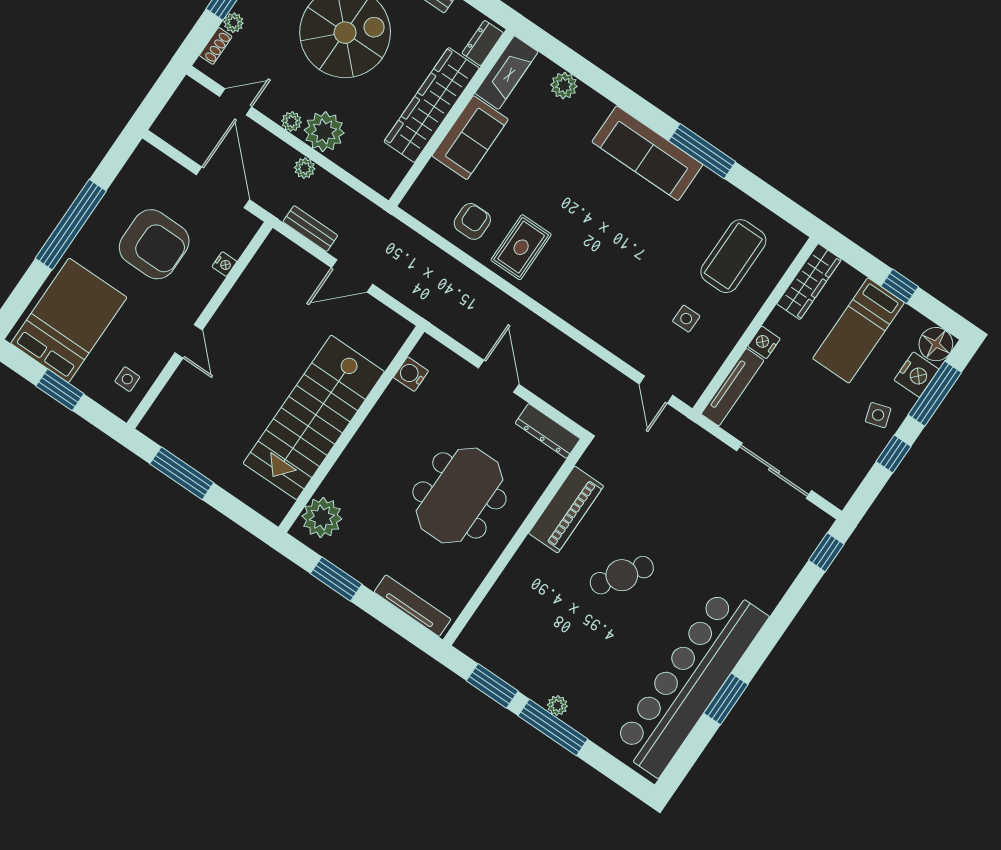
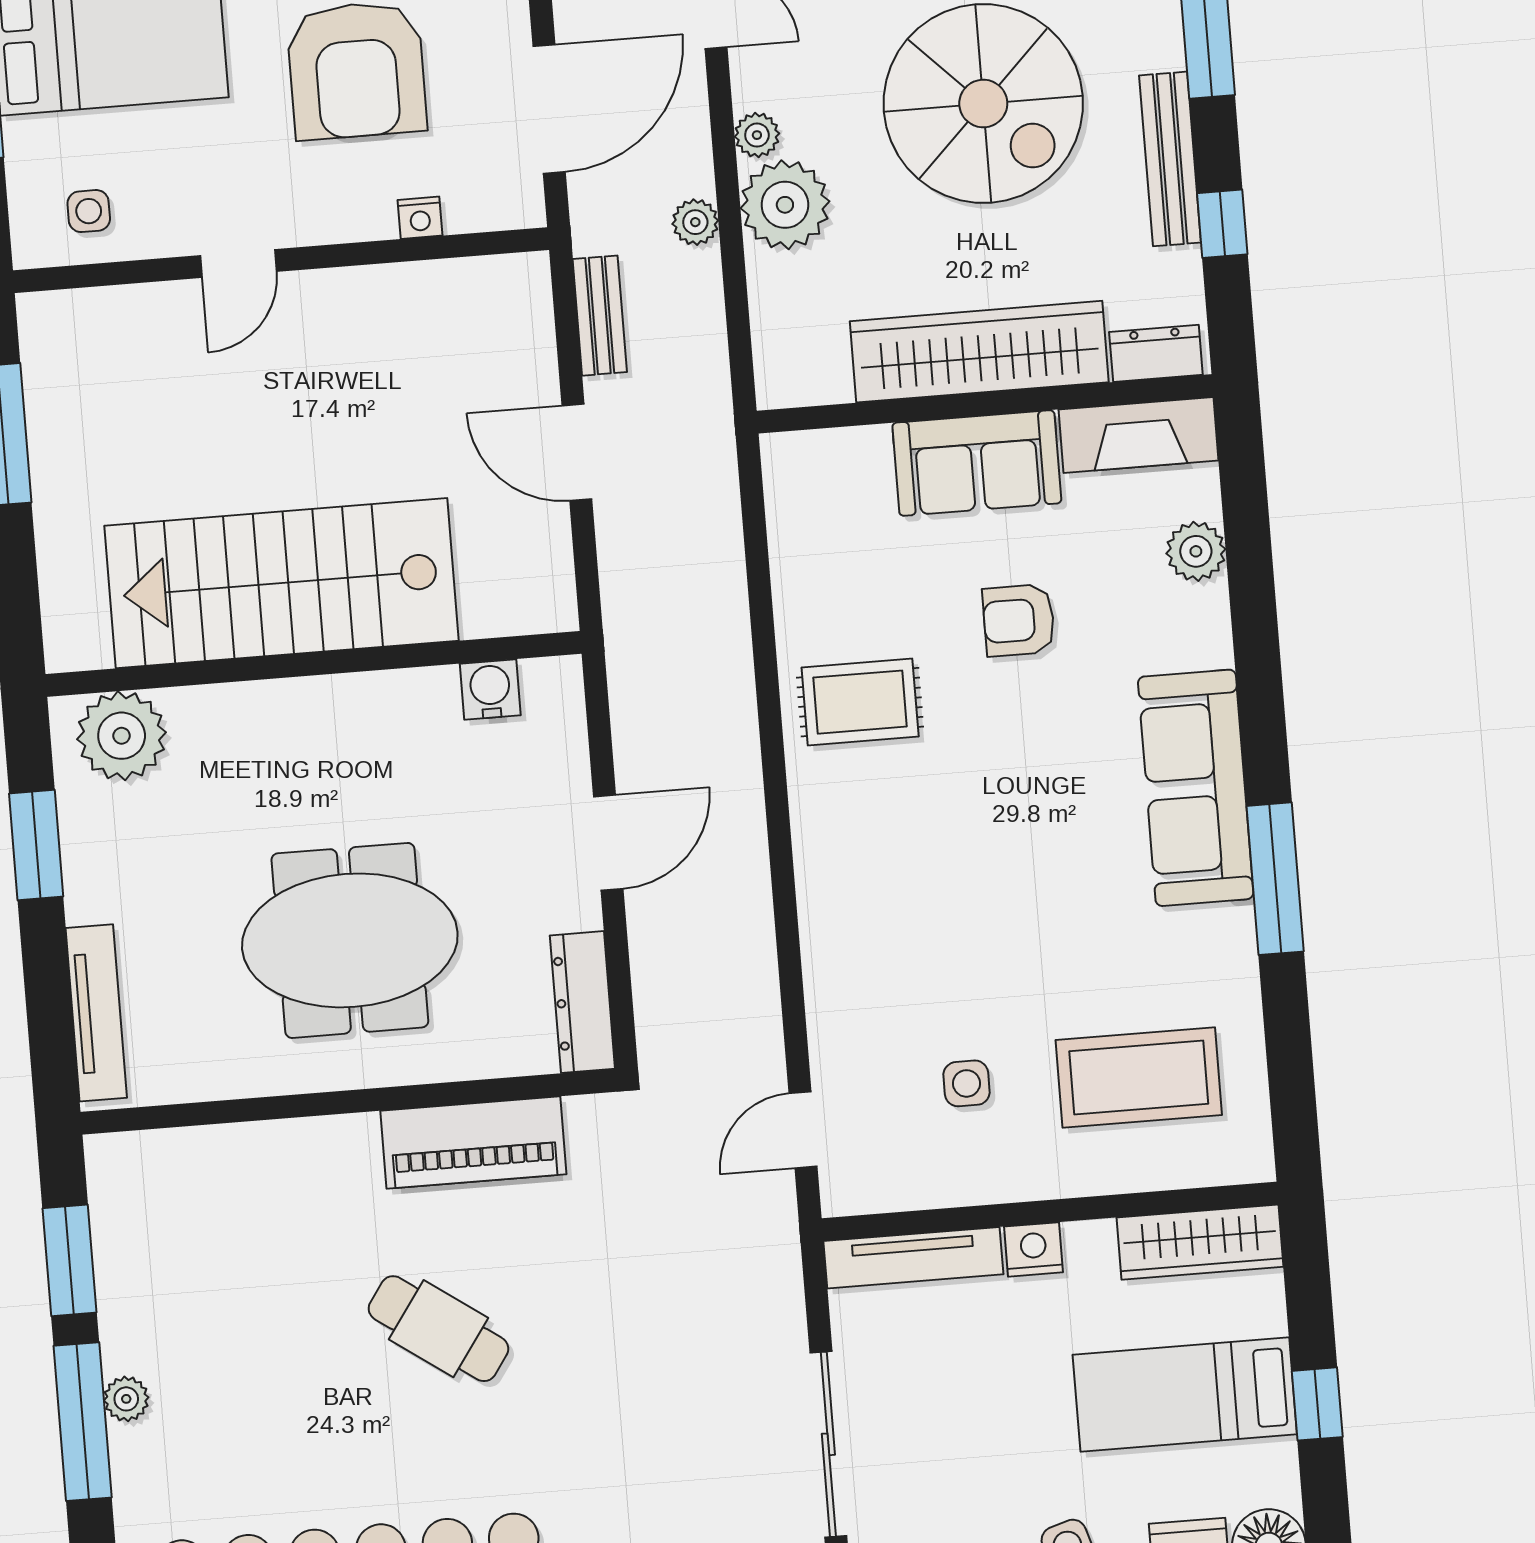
armchair: (472, 221) -> (1019, 620), moved, turned 180

